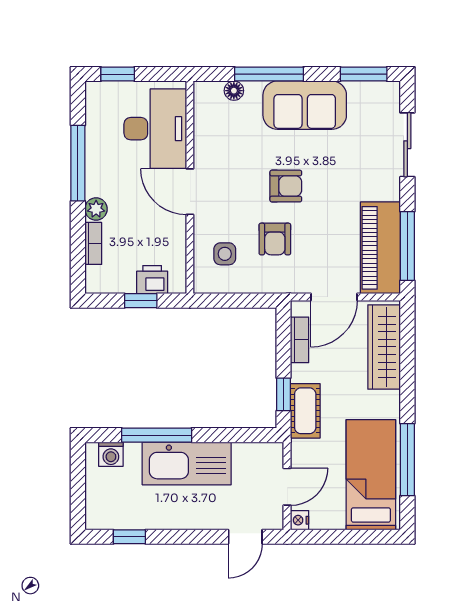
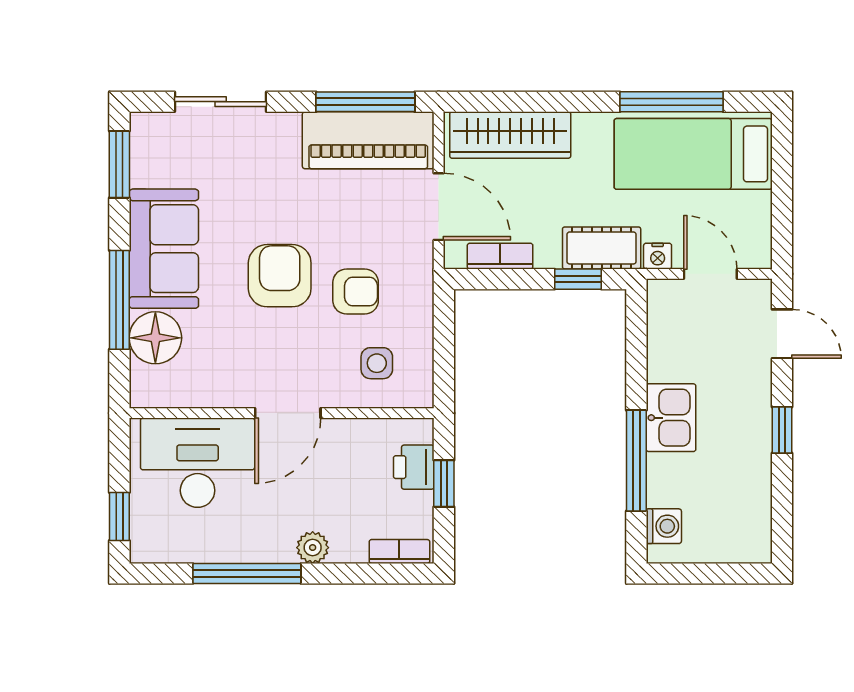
floor lamp: (234, 91) -> (155, 338), width x1.89, depth x1.89
armchair: (286, 186) -> (280, 276), width x1.38, depth x1.38
bookcase: (93, 243) -> (399, 551), moved
kitchen sink: (187, 463) -> (671, 418), width x0.53, depth x0.81
nightstand: (300, 520) -> (658, 256), moved
window: (129, 537) -> (782, 430), moved

